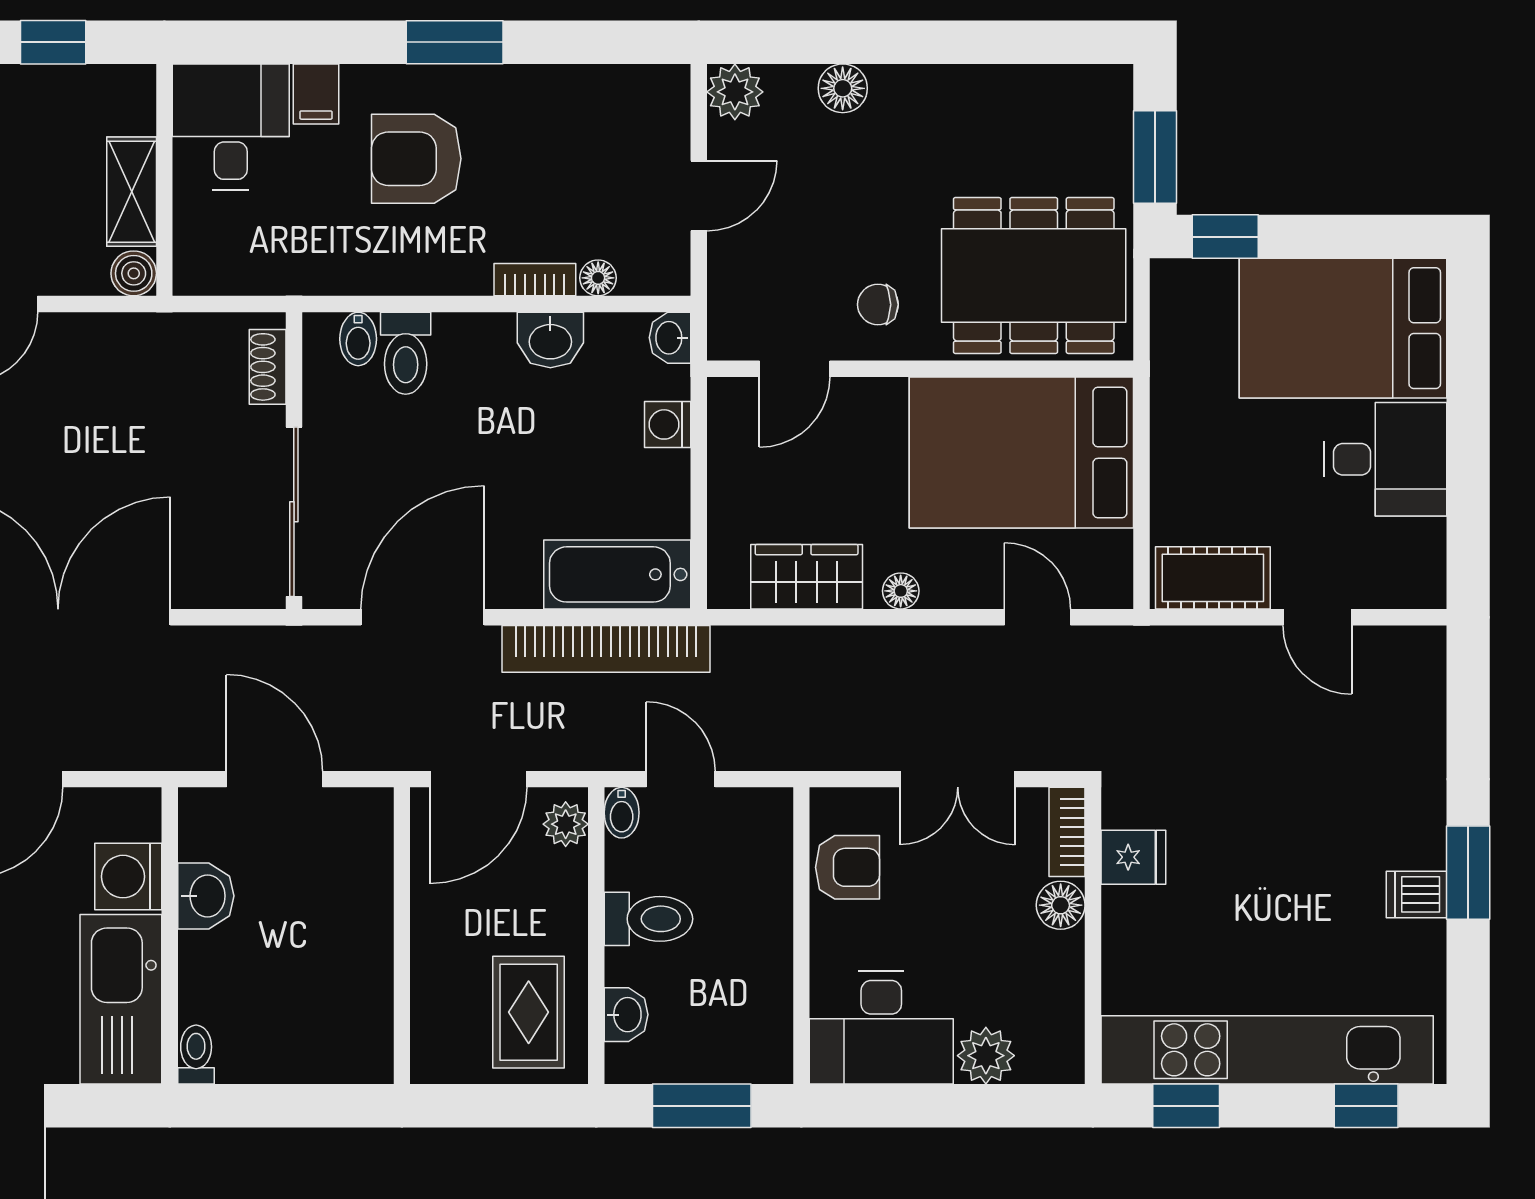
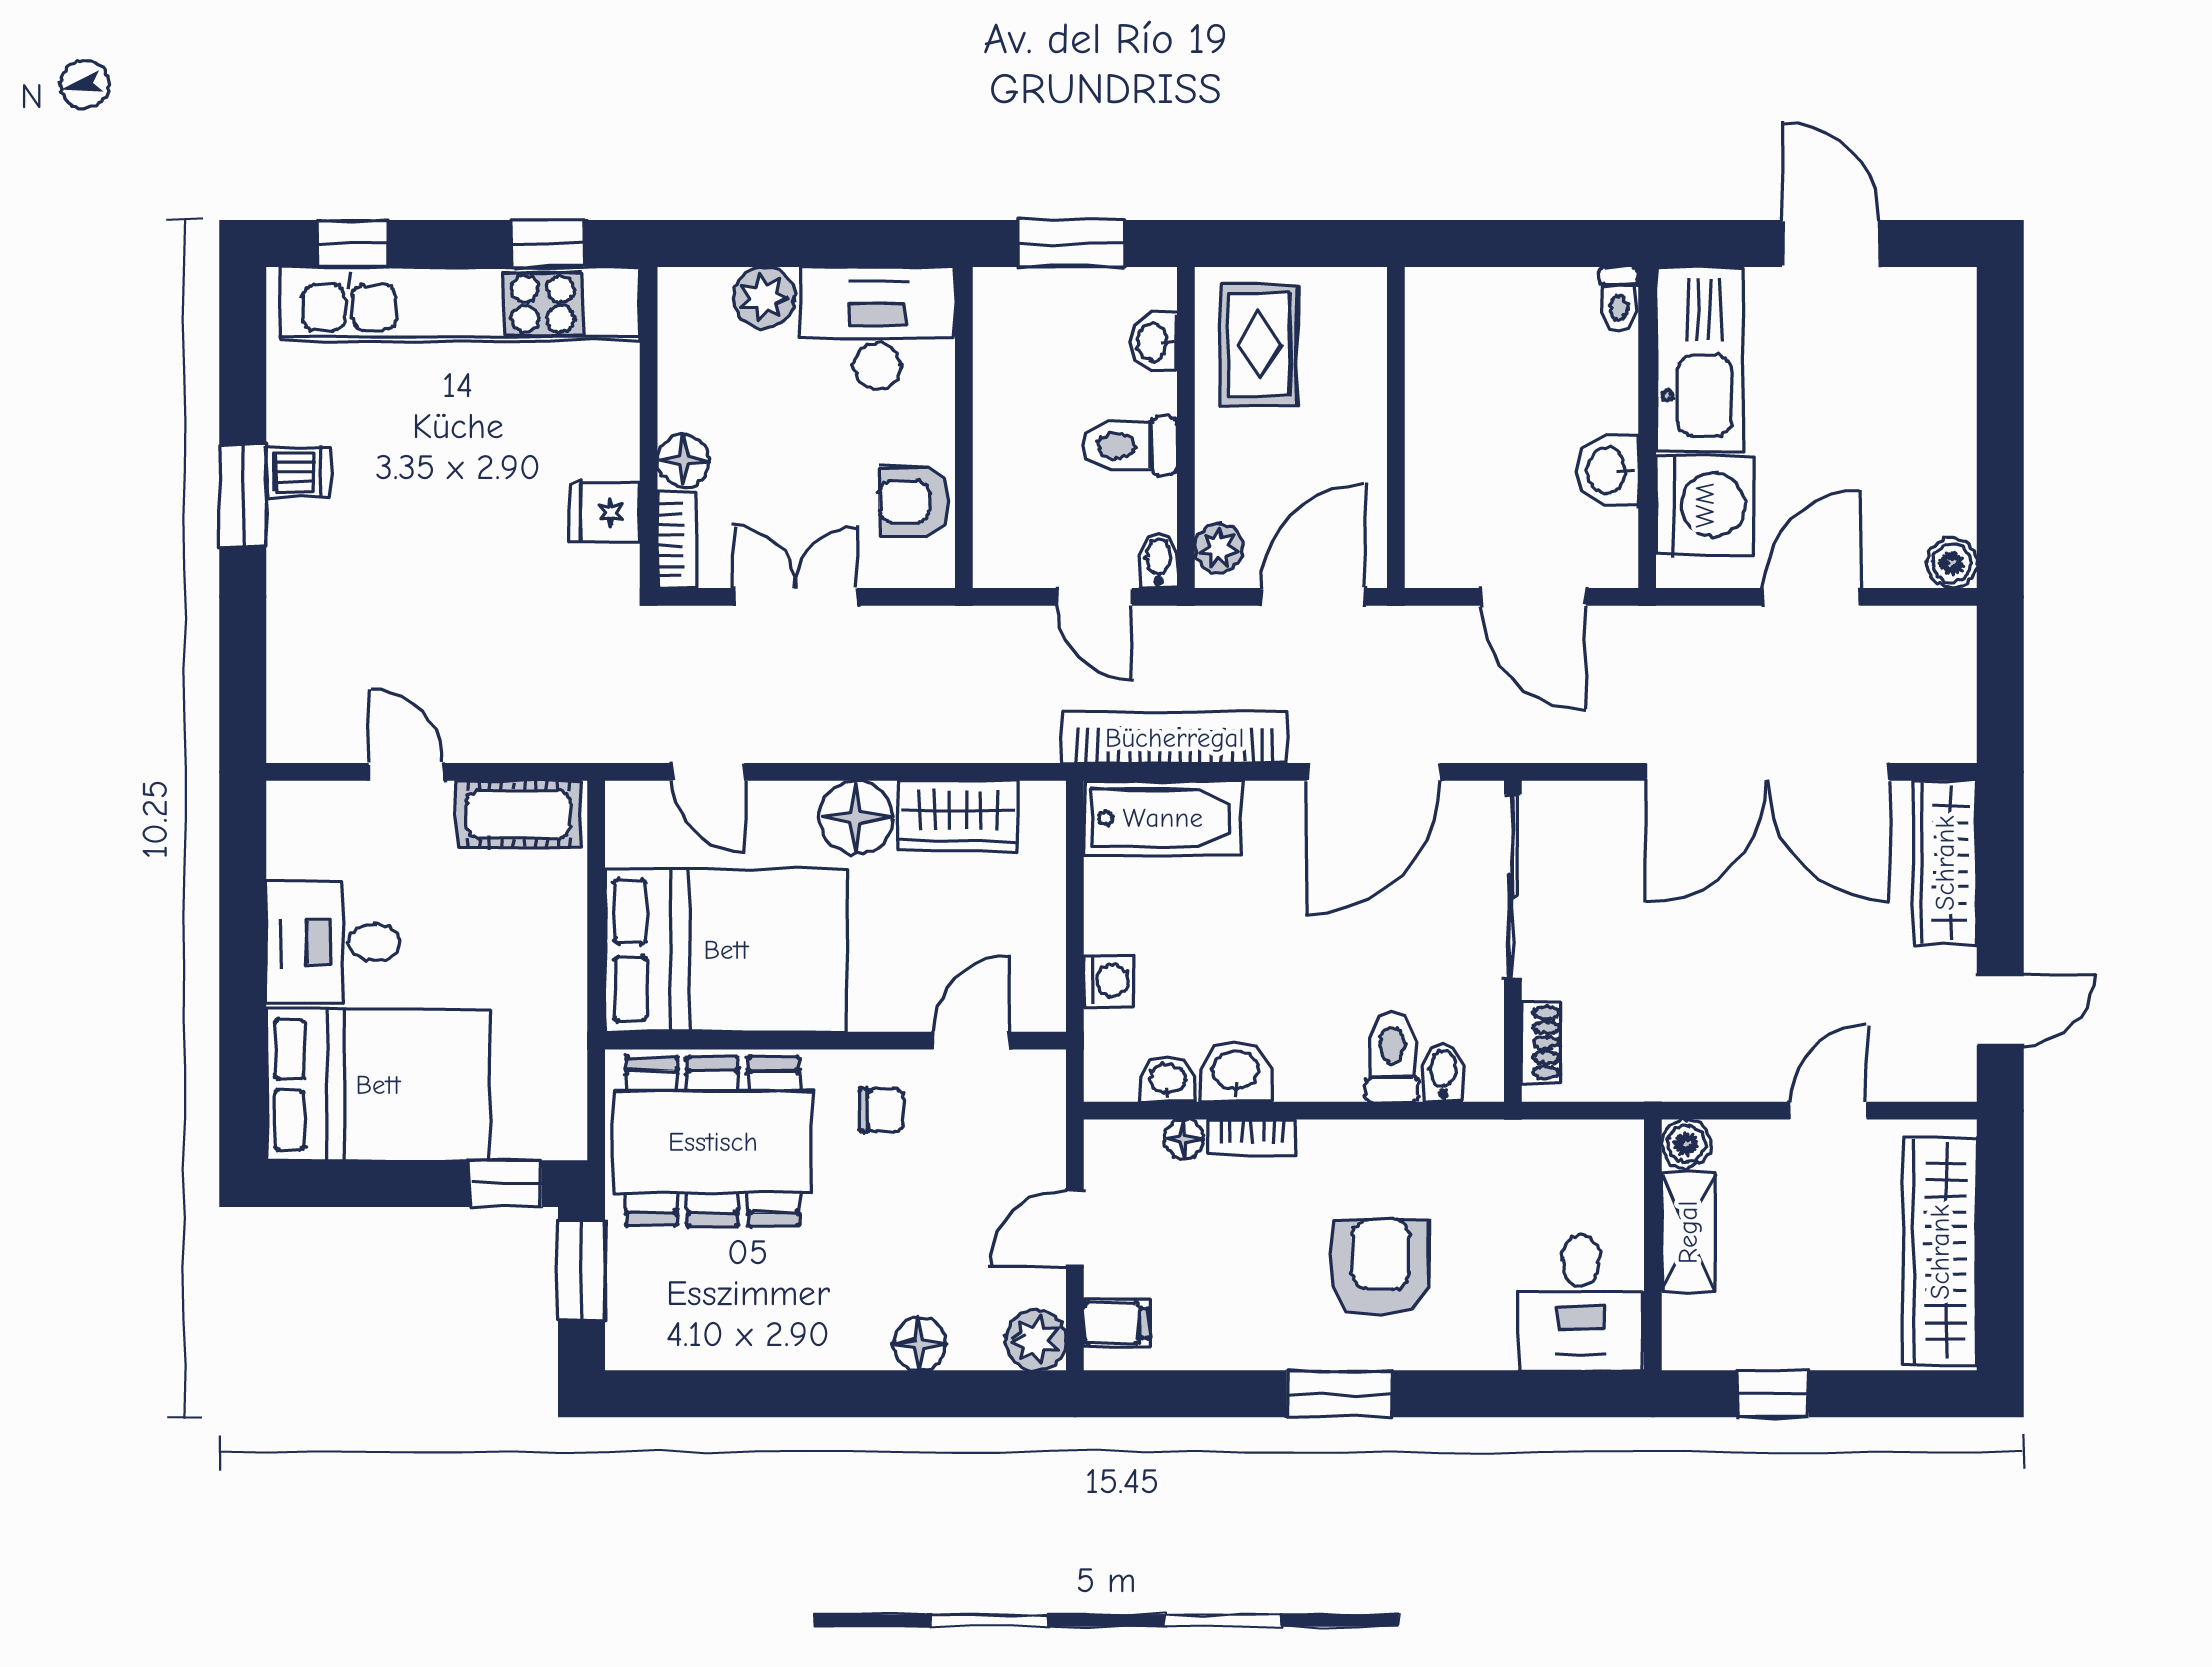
filing cabinet: (316, 94) -> (1116, 1323), moved, turned 90
armchair: (416, 159) -> (1380, 1268), turned -90
washbasin: (670, 338) -> (1167, 1080), moved, turned -90
floor lamp: (901, 591) -> (856, 818), width x1.89, depth x1.89
washing machine: (128, 877) -> (1705, 505), width x1.37, depth x1.37

